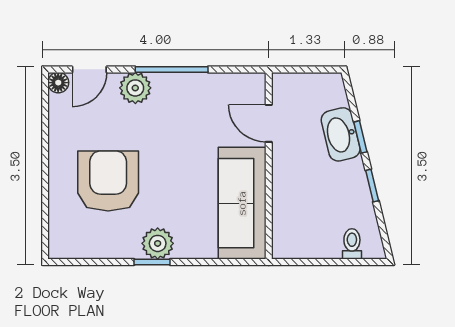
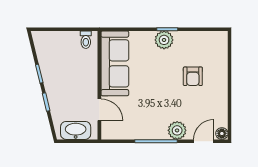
washbasin: (341, 134) -> (76, 130), moved, turned -76
armchair: (108, 181) -> (193, 76), width x0.53, depth x0.53
toilet: (352, 244) -> (86, 40), moved

